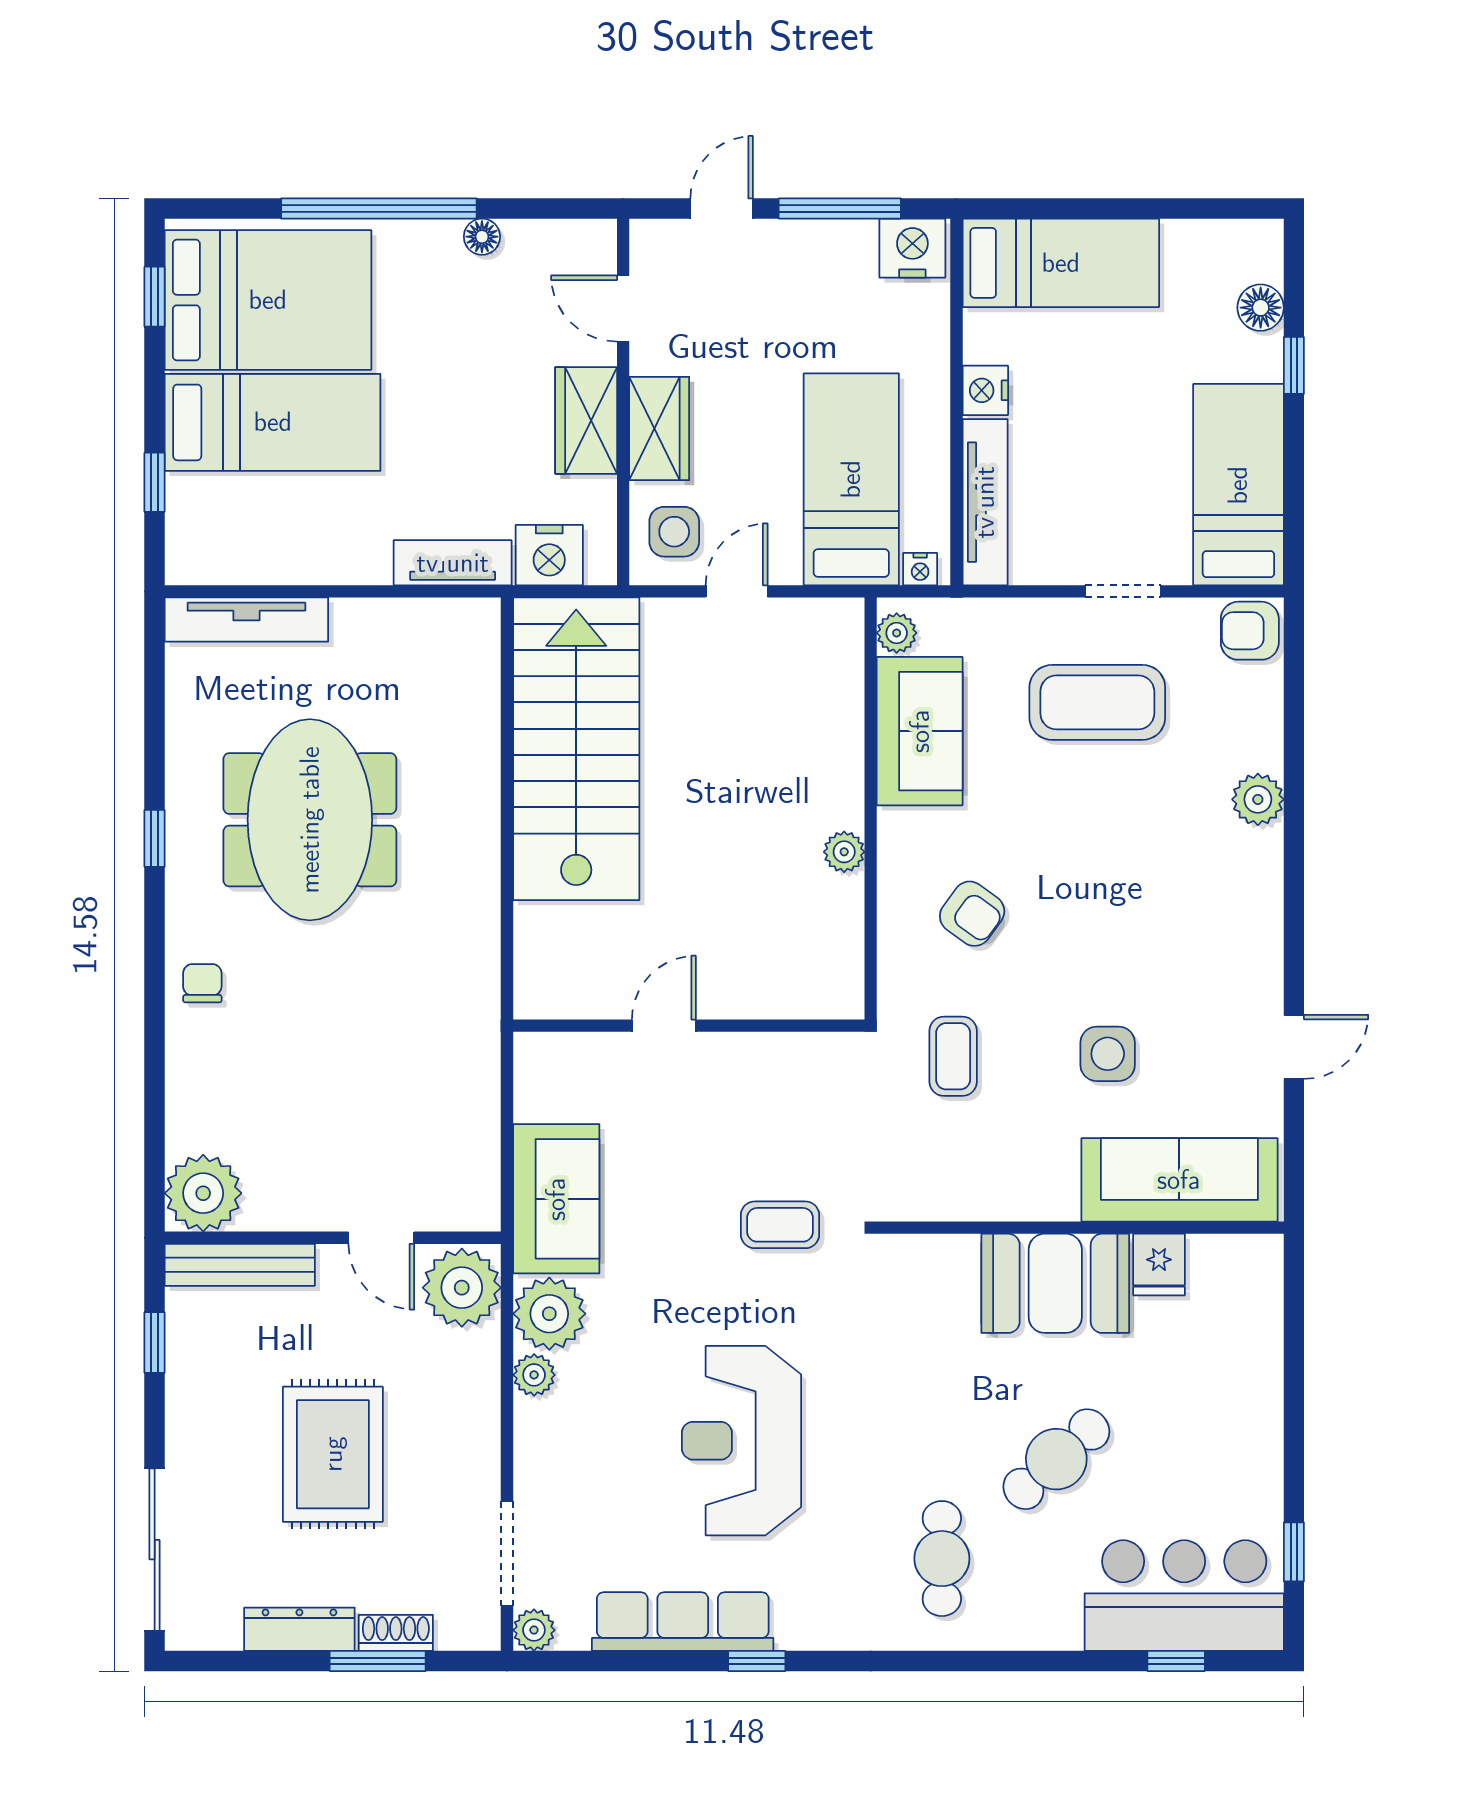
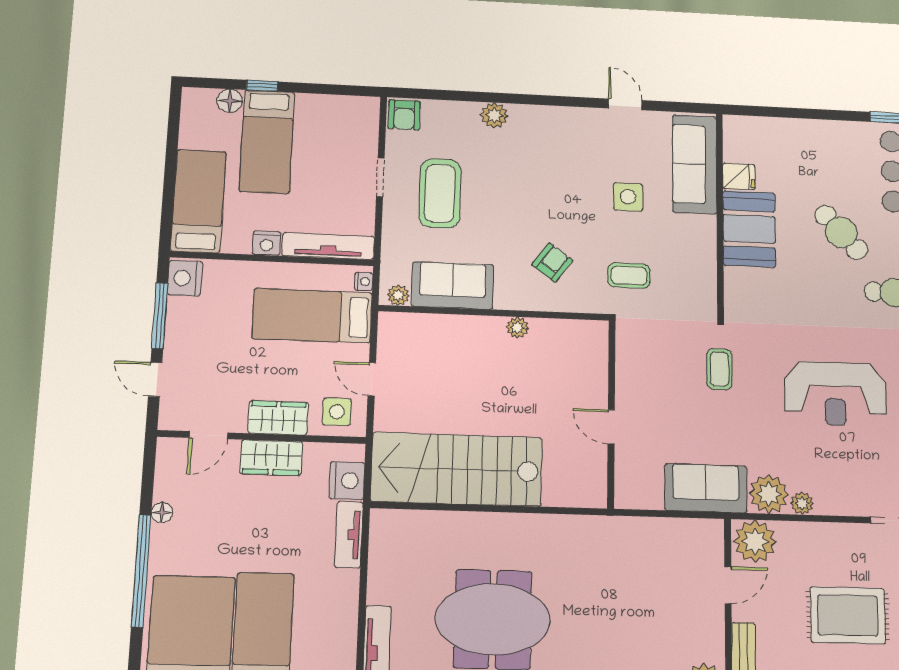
bed: (1238, 485) -> (267, 142), moved, turned -90

